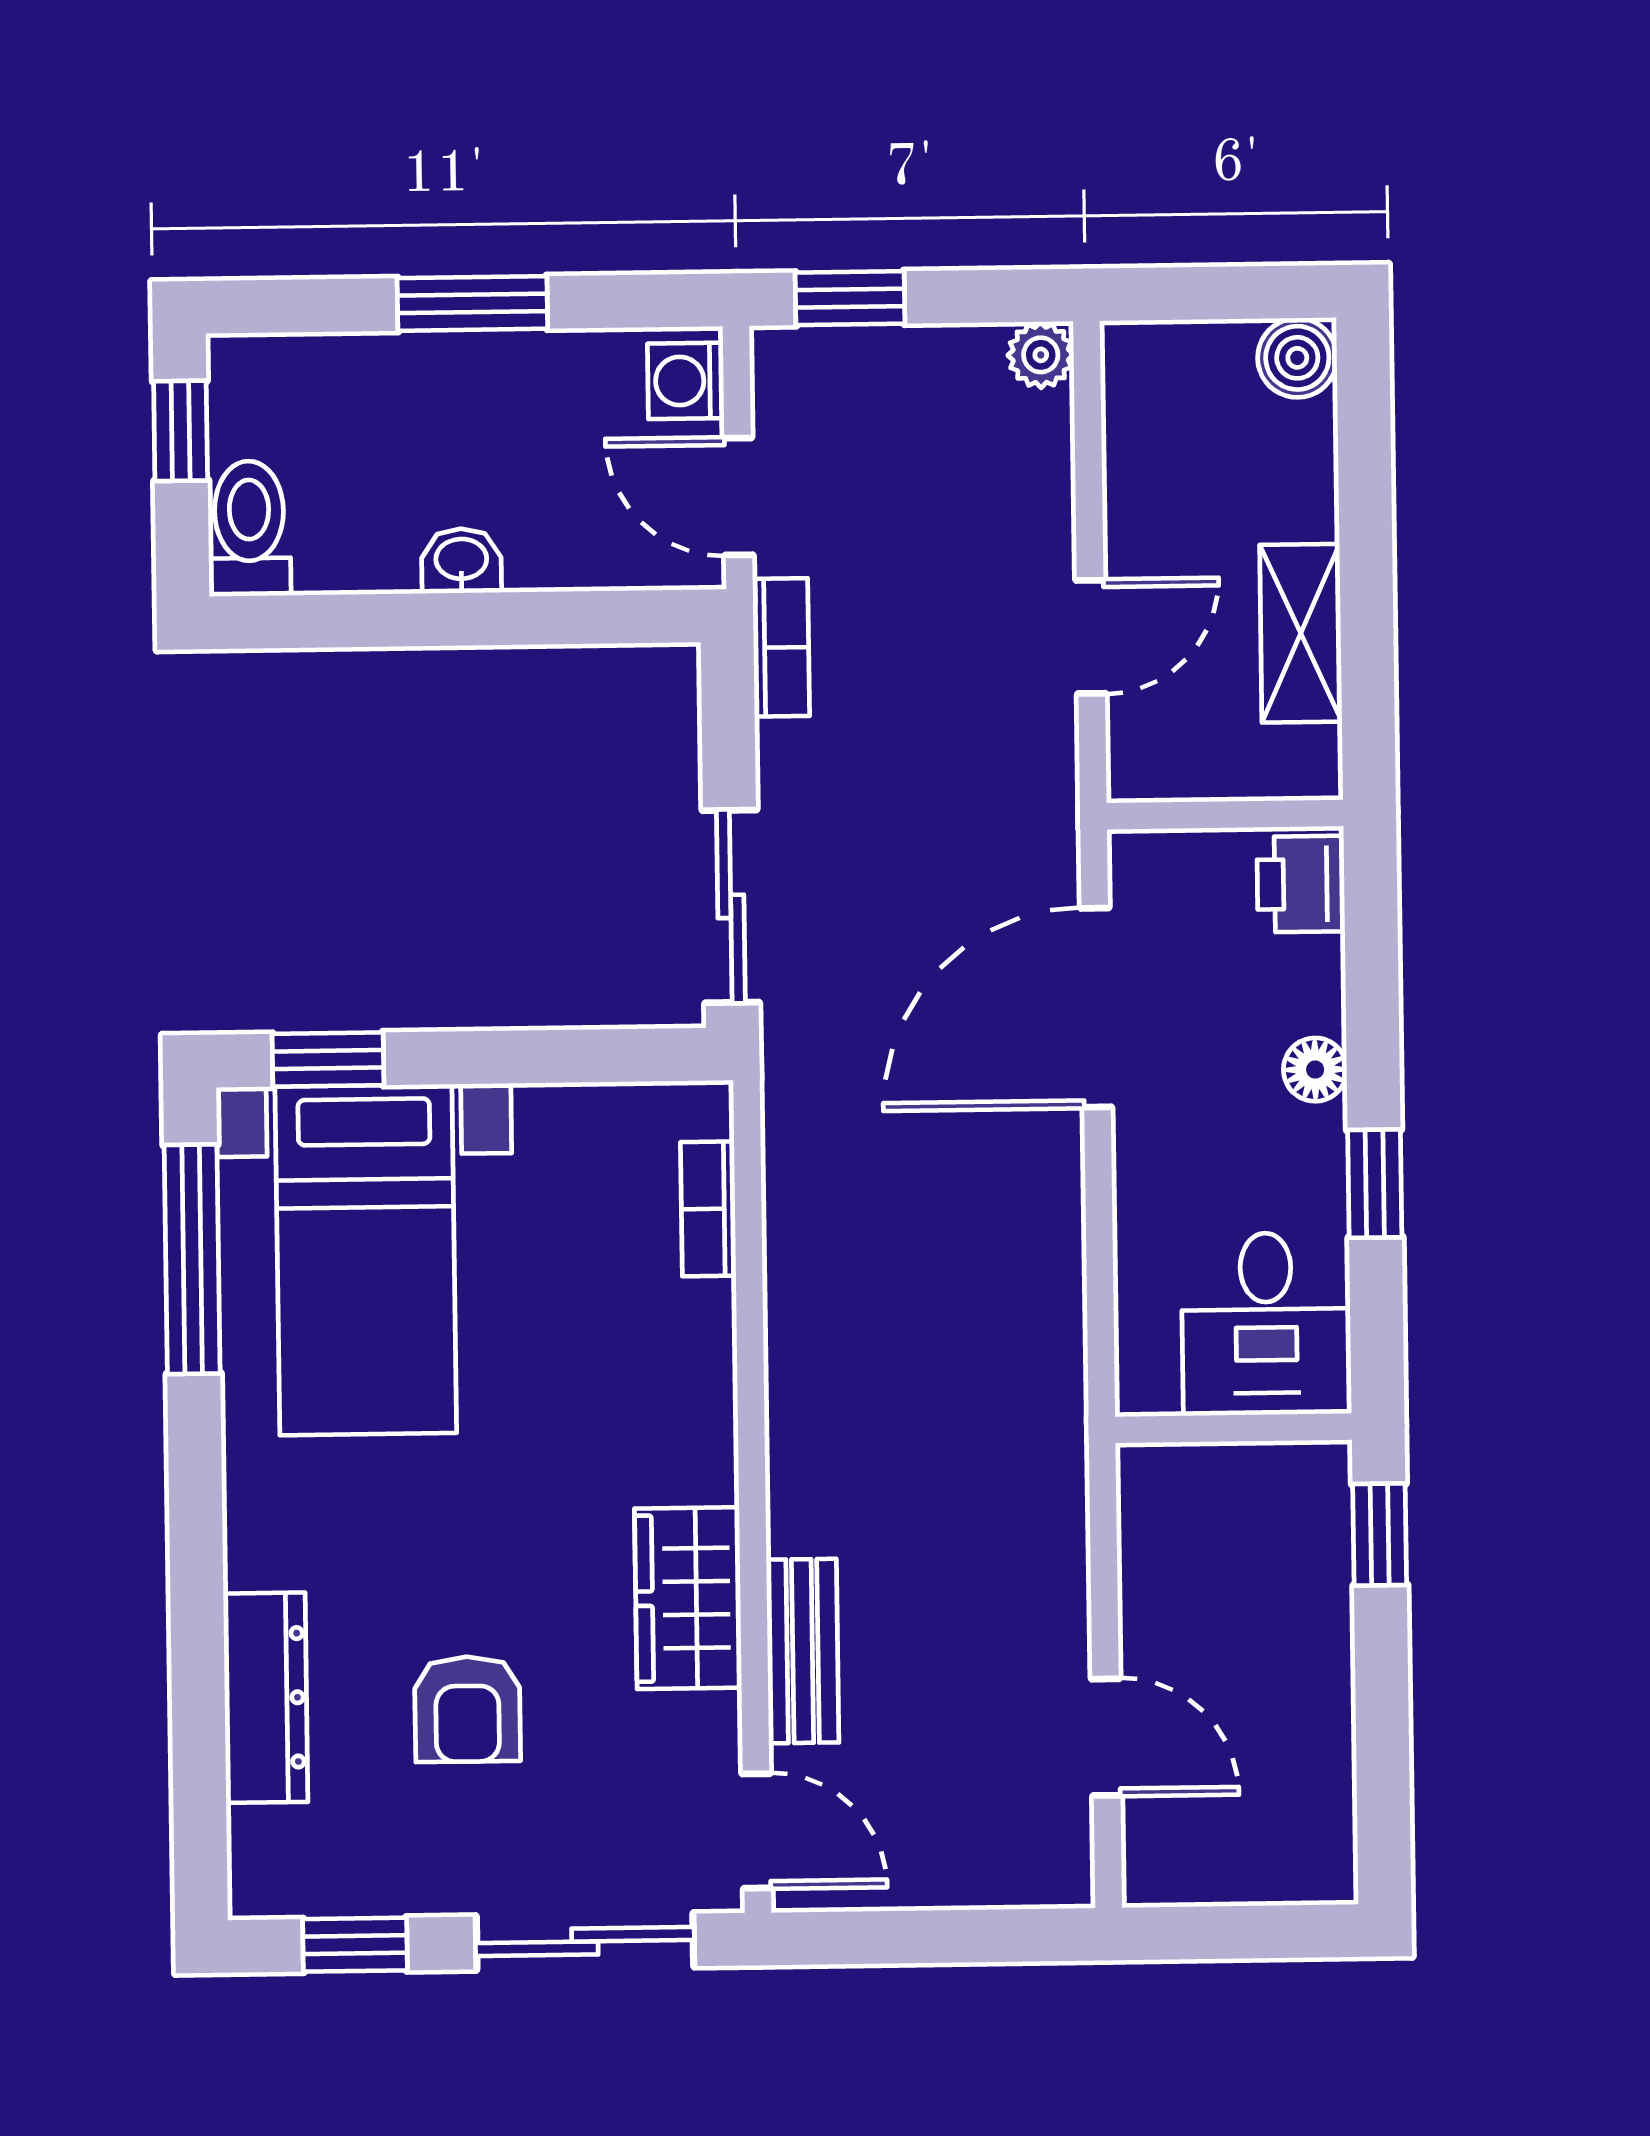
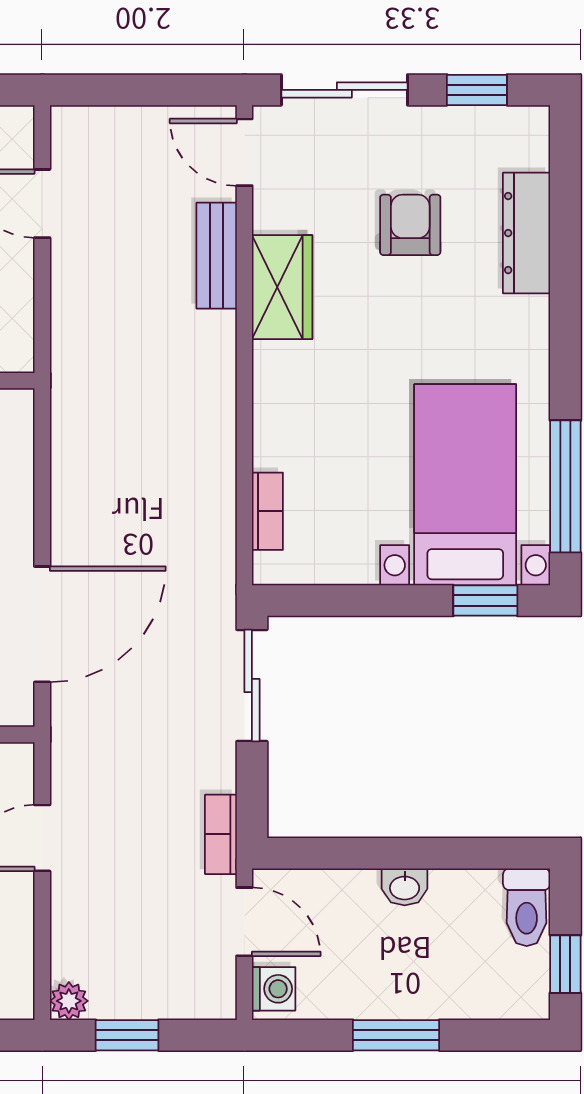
window: (850, 298) -> (127, 1035), moved

